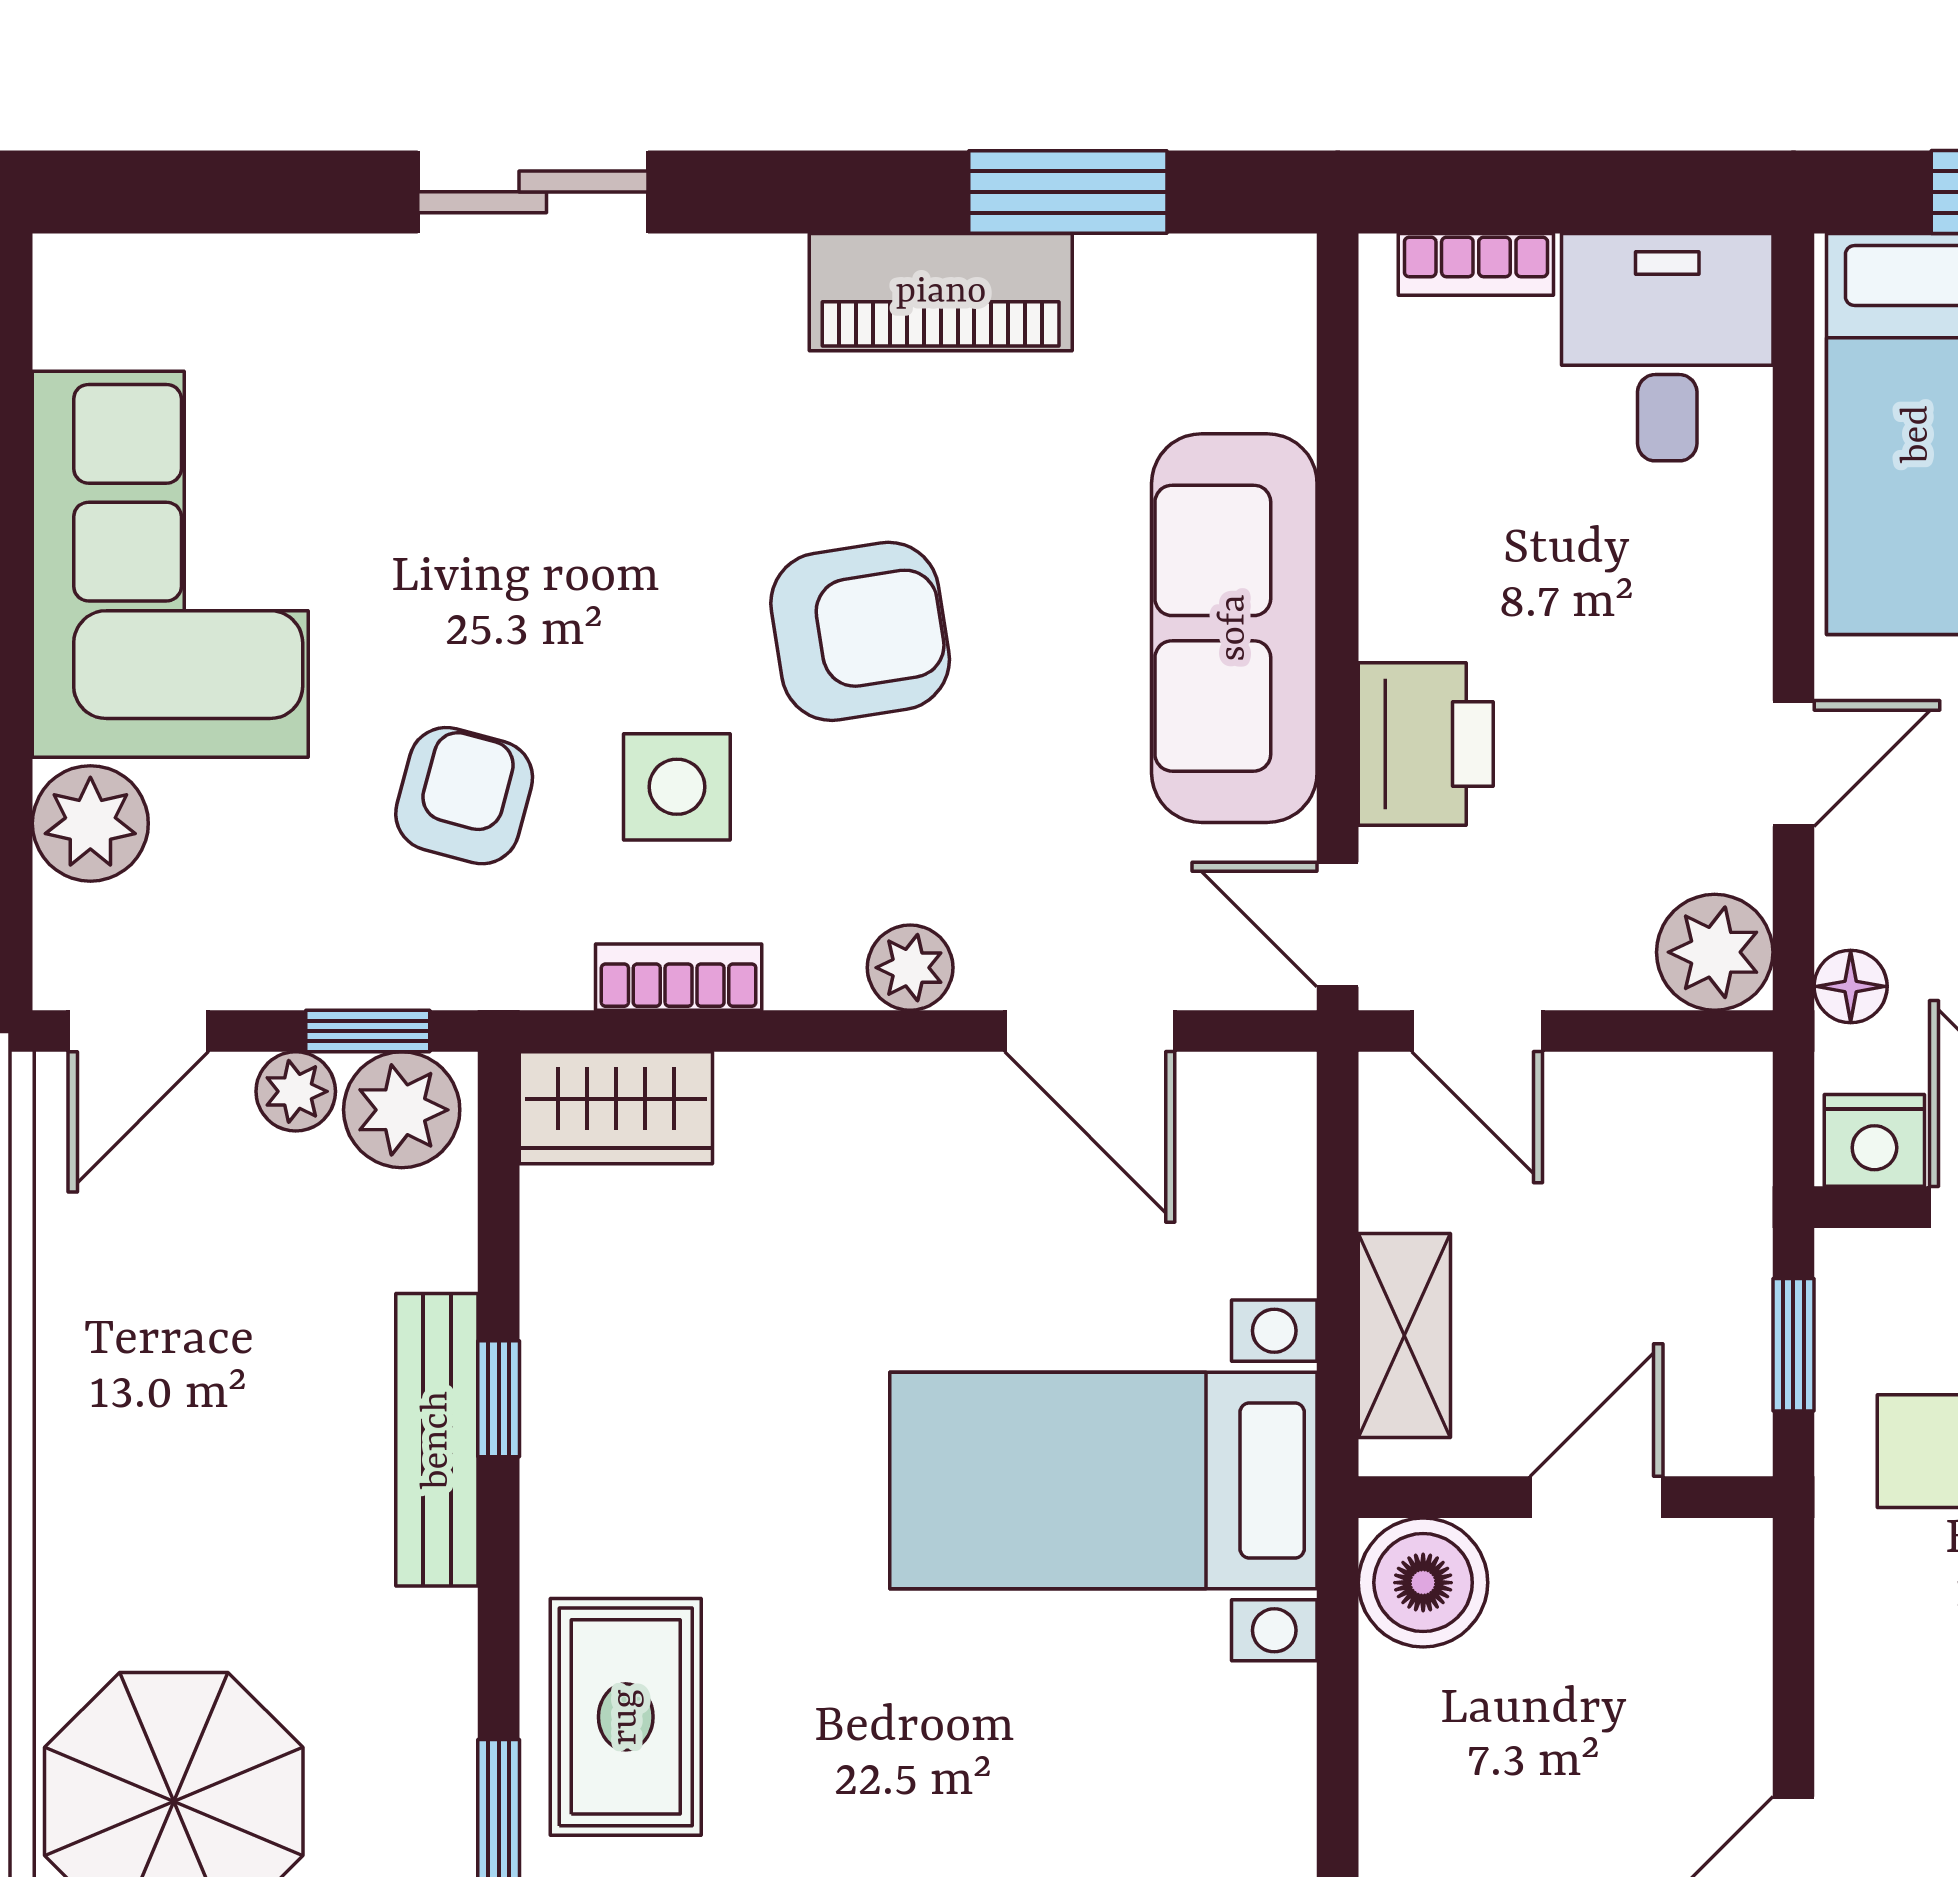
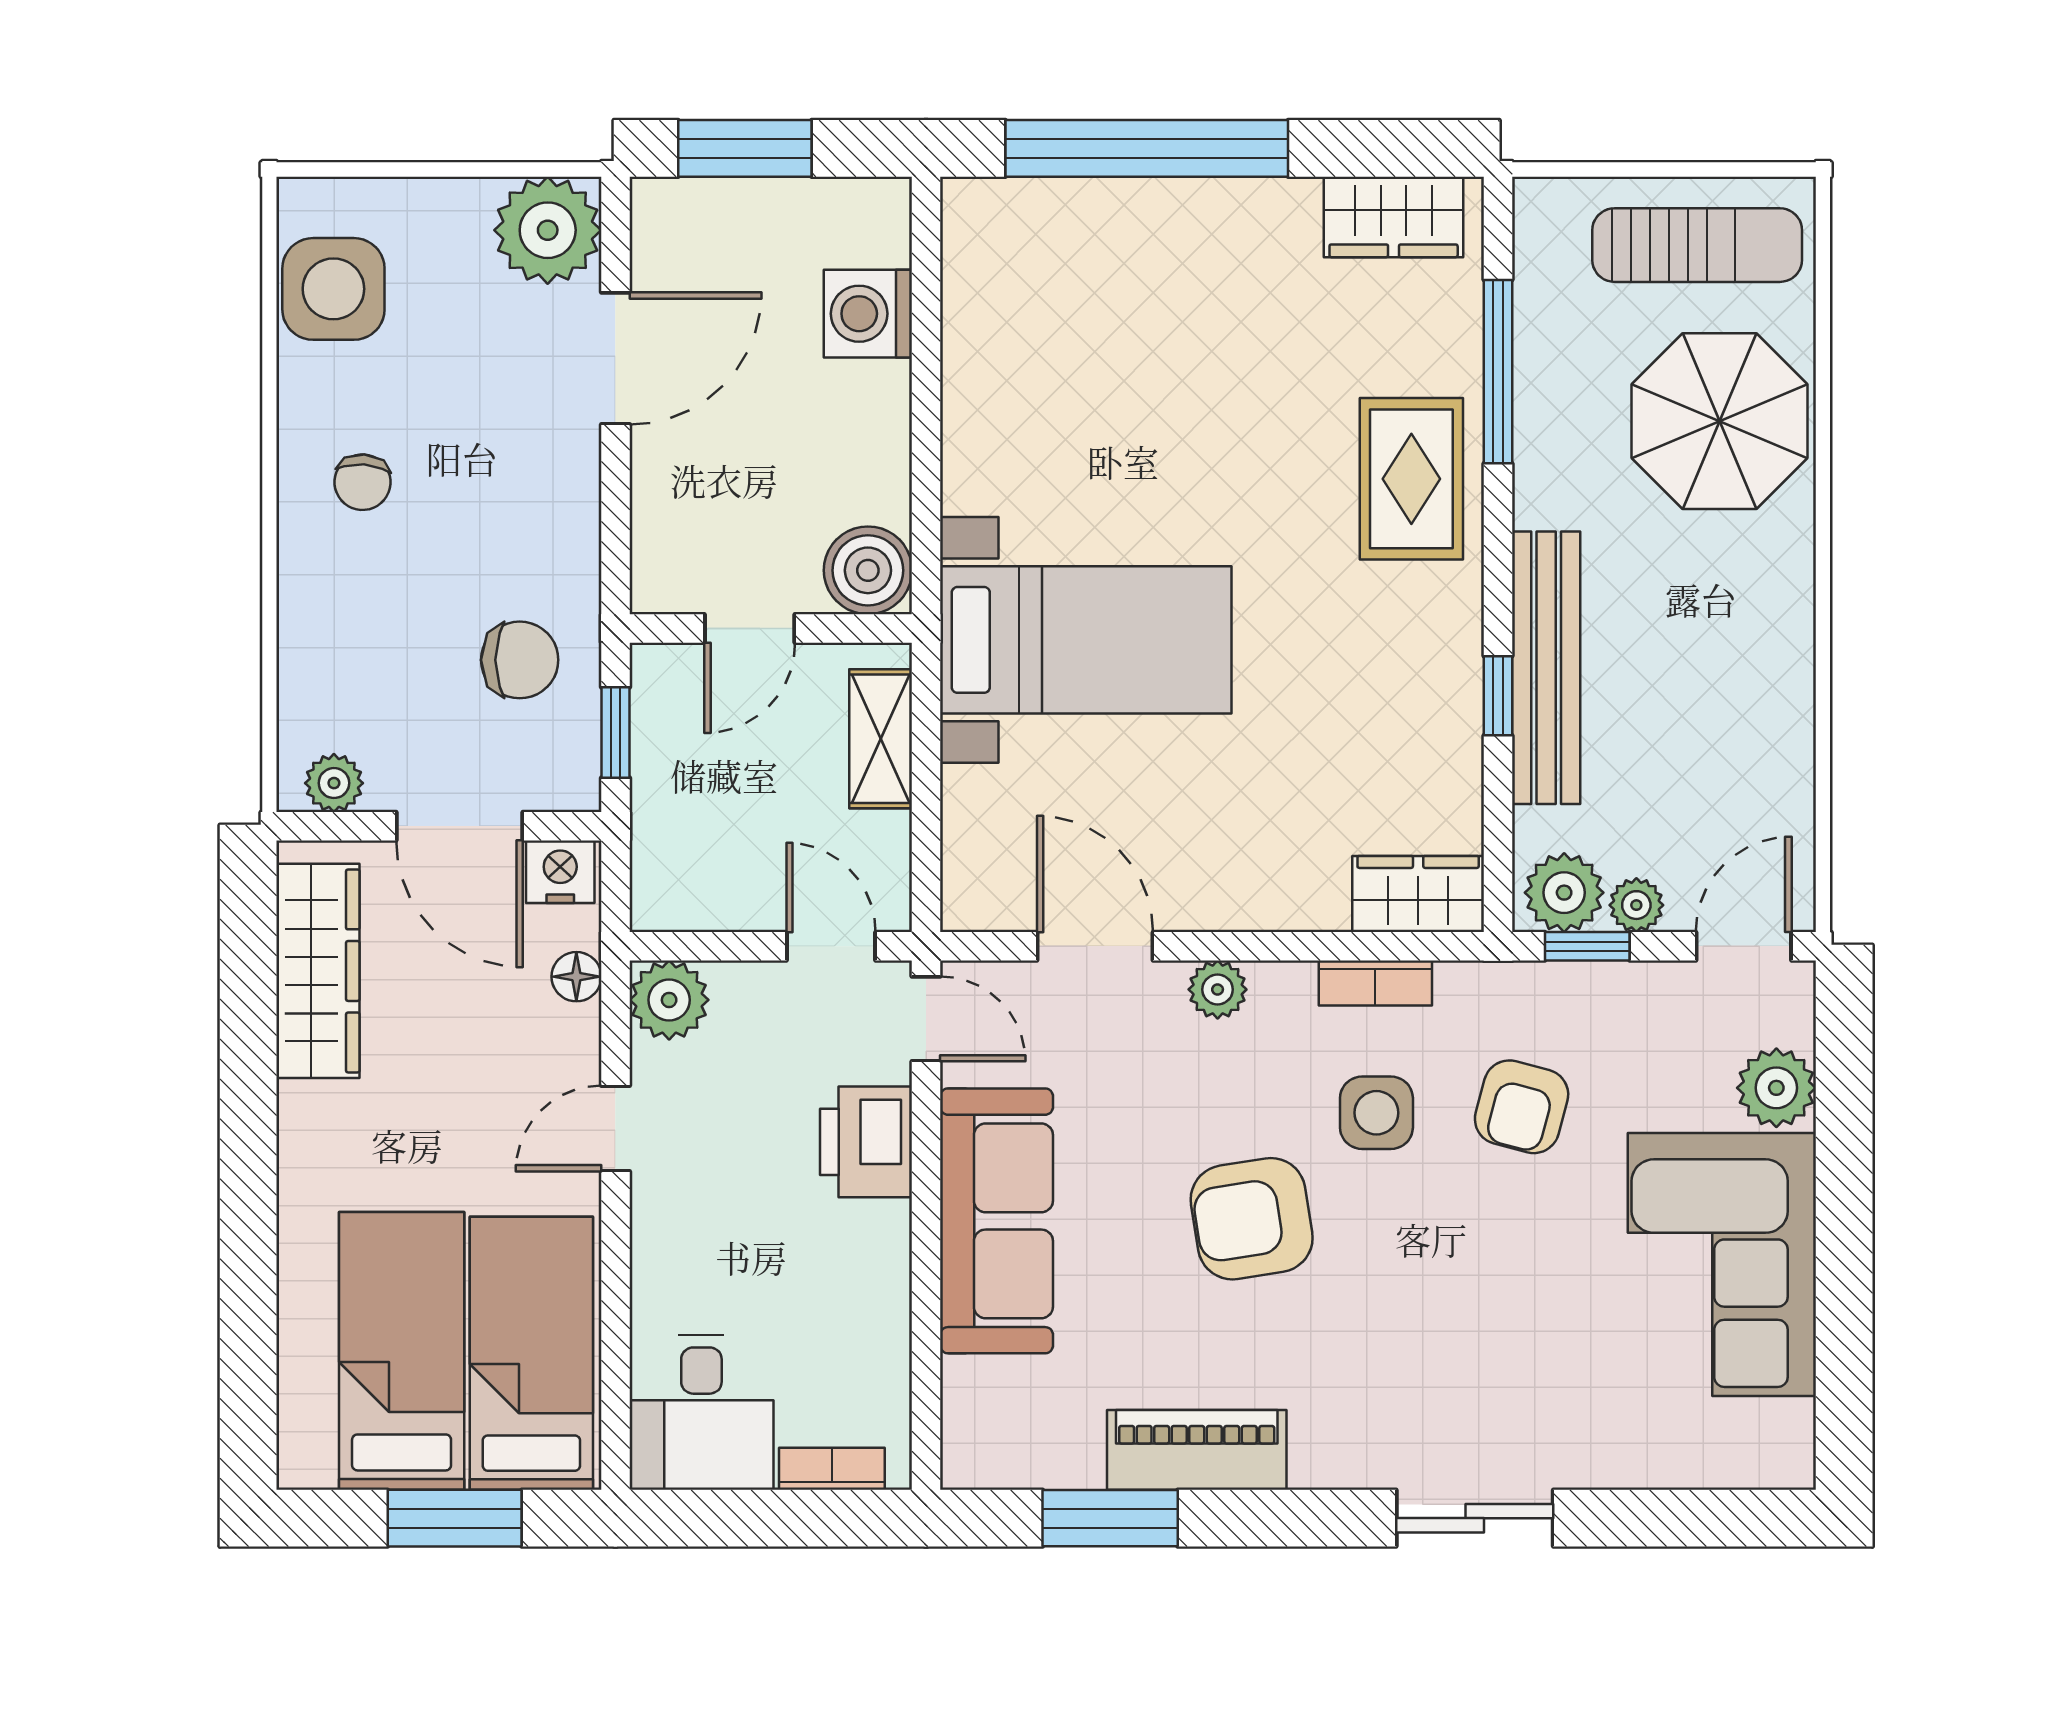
bench: (437, 1440) -> (1546, 668), width x1.37, depth x1.21

